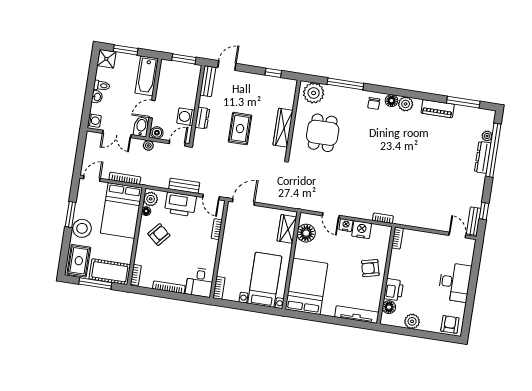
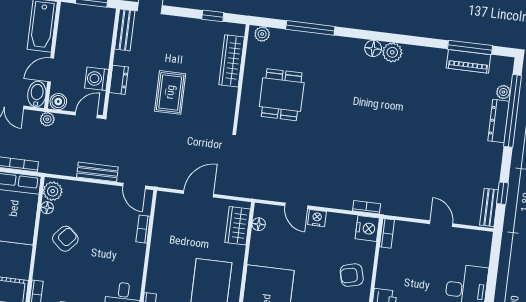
plant: (314, 93) -> (262, 34), width x0.53, depth x0.53
chair: (374, 103) -> (349, 53), removed
piano: (438, 109) -> (468, 61), moved
wardrobe: (283, 128) -> (232, 61), moved
door: (243, 202) -> (199, 194), moved
printer: (180, 204) -> (93, 197), removed
nightstand: (362, 230) -> (367, 228), moved, turned 90
floor lamp: (306, 233) -> (259, 224), width x0.53, depth x0.53
door: (457, 235) -> (441, 224), moved

